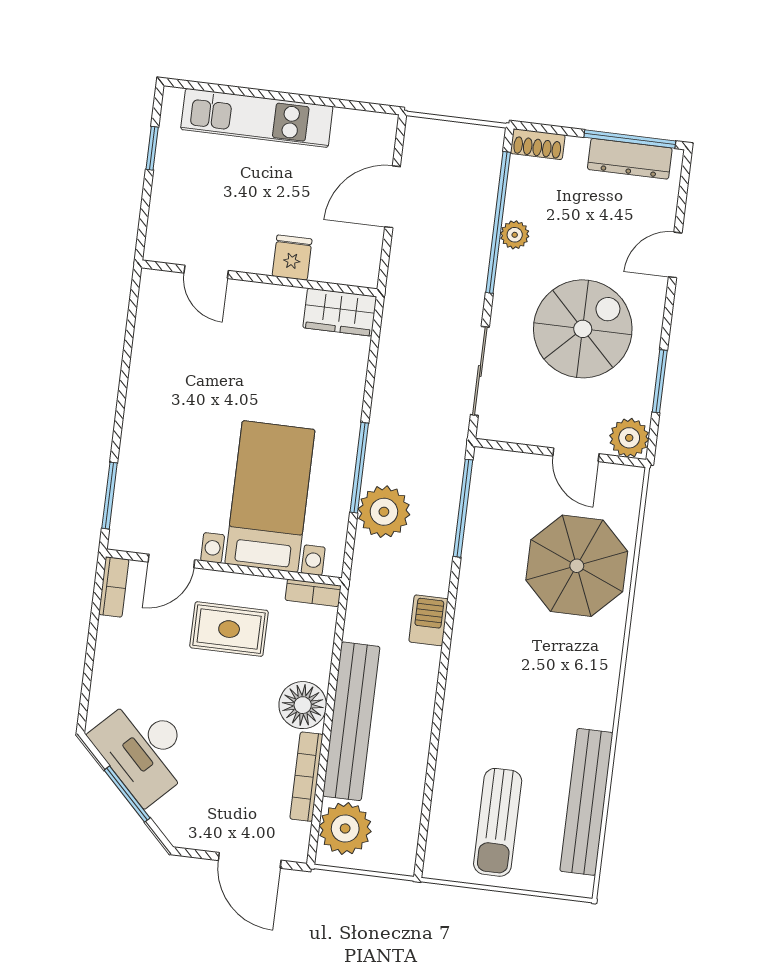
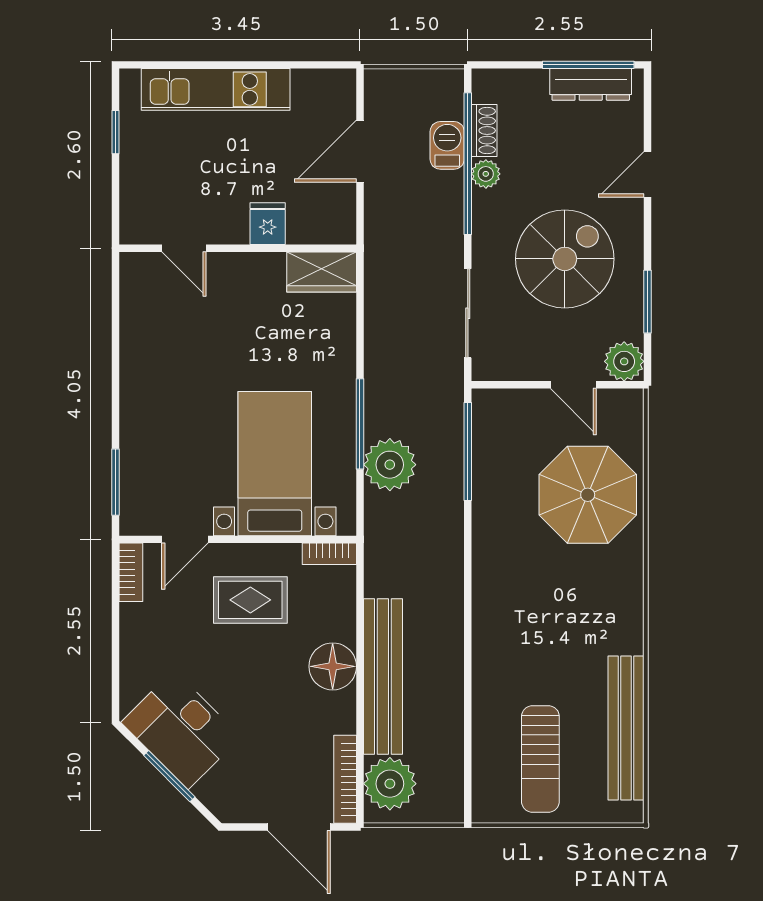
shoe rack: (538, 144) -> (484, 130), moved, turned -90
barbecue: (429, 620) -> (447, 145), moved
bookcase: (306, 777) -> (345, 779), moved

